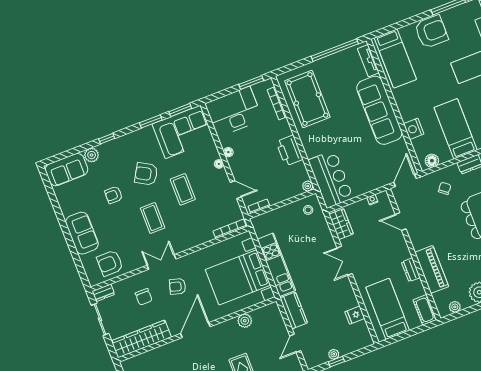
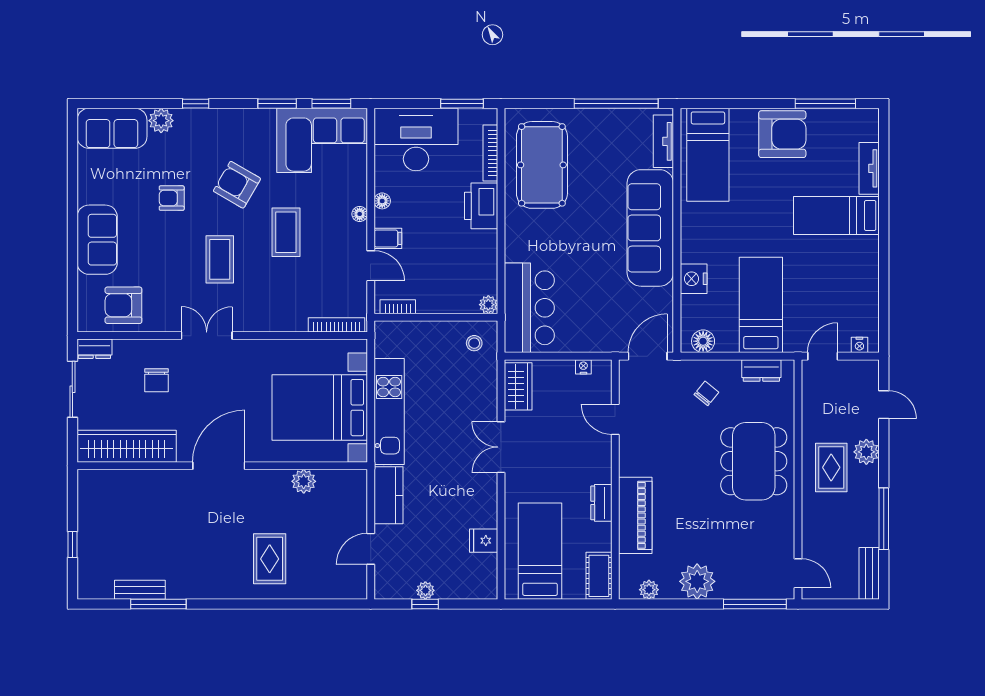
printer: (289, 150) -> (481, 206), moved
filing cabinet: (239, 171) -> (388, 238), added
armchair: (178, 286) -> (217, 385), removed

